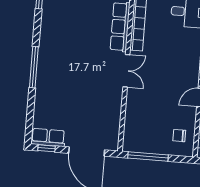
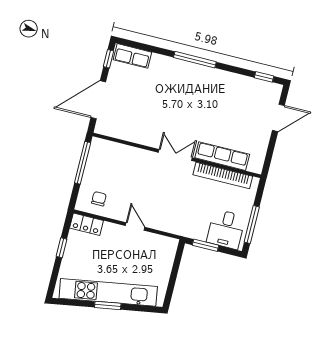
double door: (126, 71) -> (175, 155), swing flipped
row of seats: (48, 137) -> (132, 56), moved, turned 90

